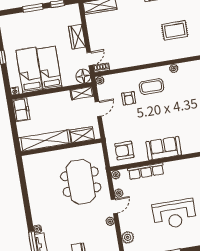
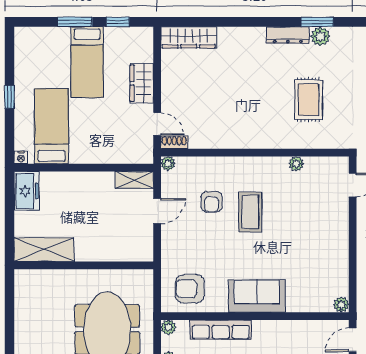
rug: (175, 30) -> (308, 100), turned 90
door: (90, 59) -> (157, 124), hinge flipped
bed: (49, 68) -> (87, 62), moved, turned 180
floor lamp: (83, 76) -> (141, 152), removed
coffee table: (152, 87) -> (250, 212), moved, turned 90
wardrobe: (82, 135) -> (123, 250), removed
shelving: (45, 141) -> (44, 250), width x0.68

